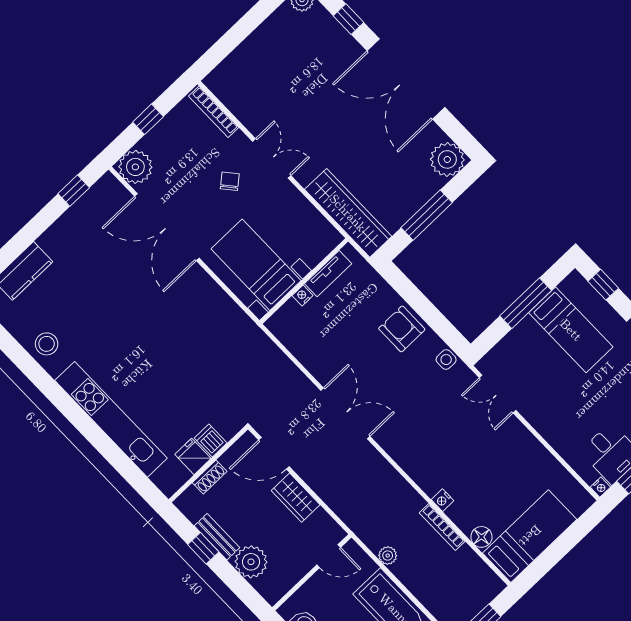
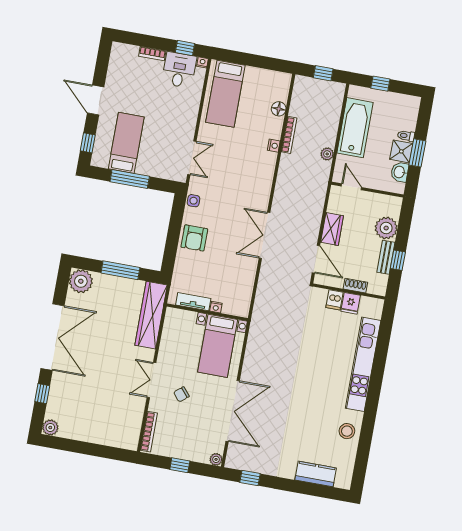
plant: (135, 167) -> (216, 459), width x0.53, depth x0.53
bed: (530, 536) -> (225, 94), moved, turned -90

